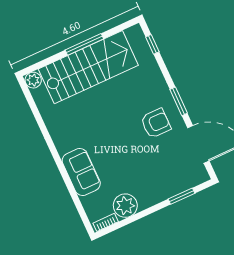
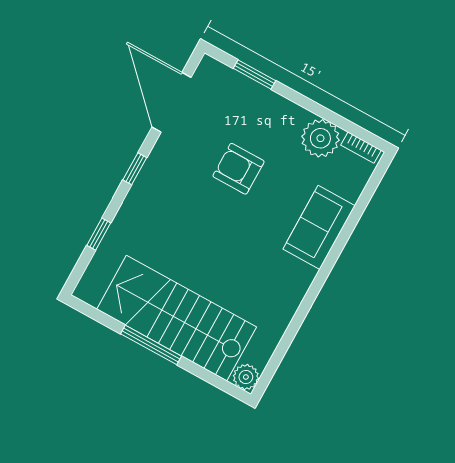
window: (152, 44) -> (99, 234), moved
window: (179, 101) -> (135, 169), width x0.67
armchair: (156, 123) -> (239, 169), moved

